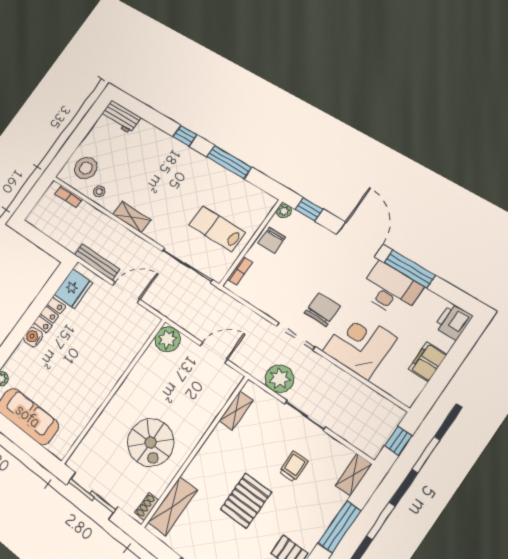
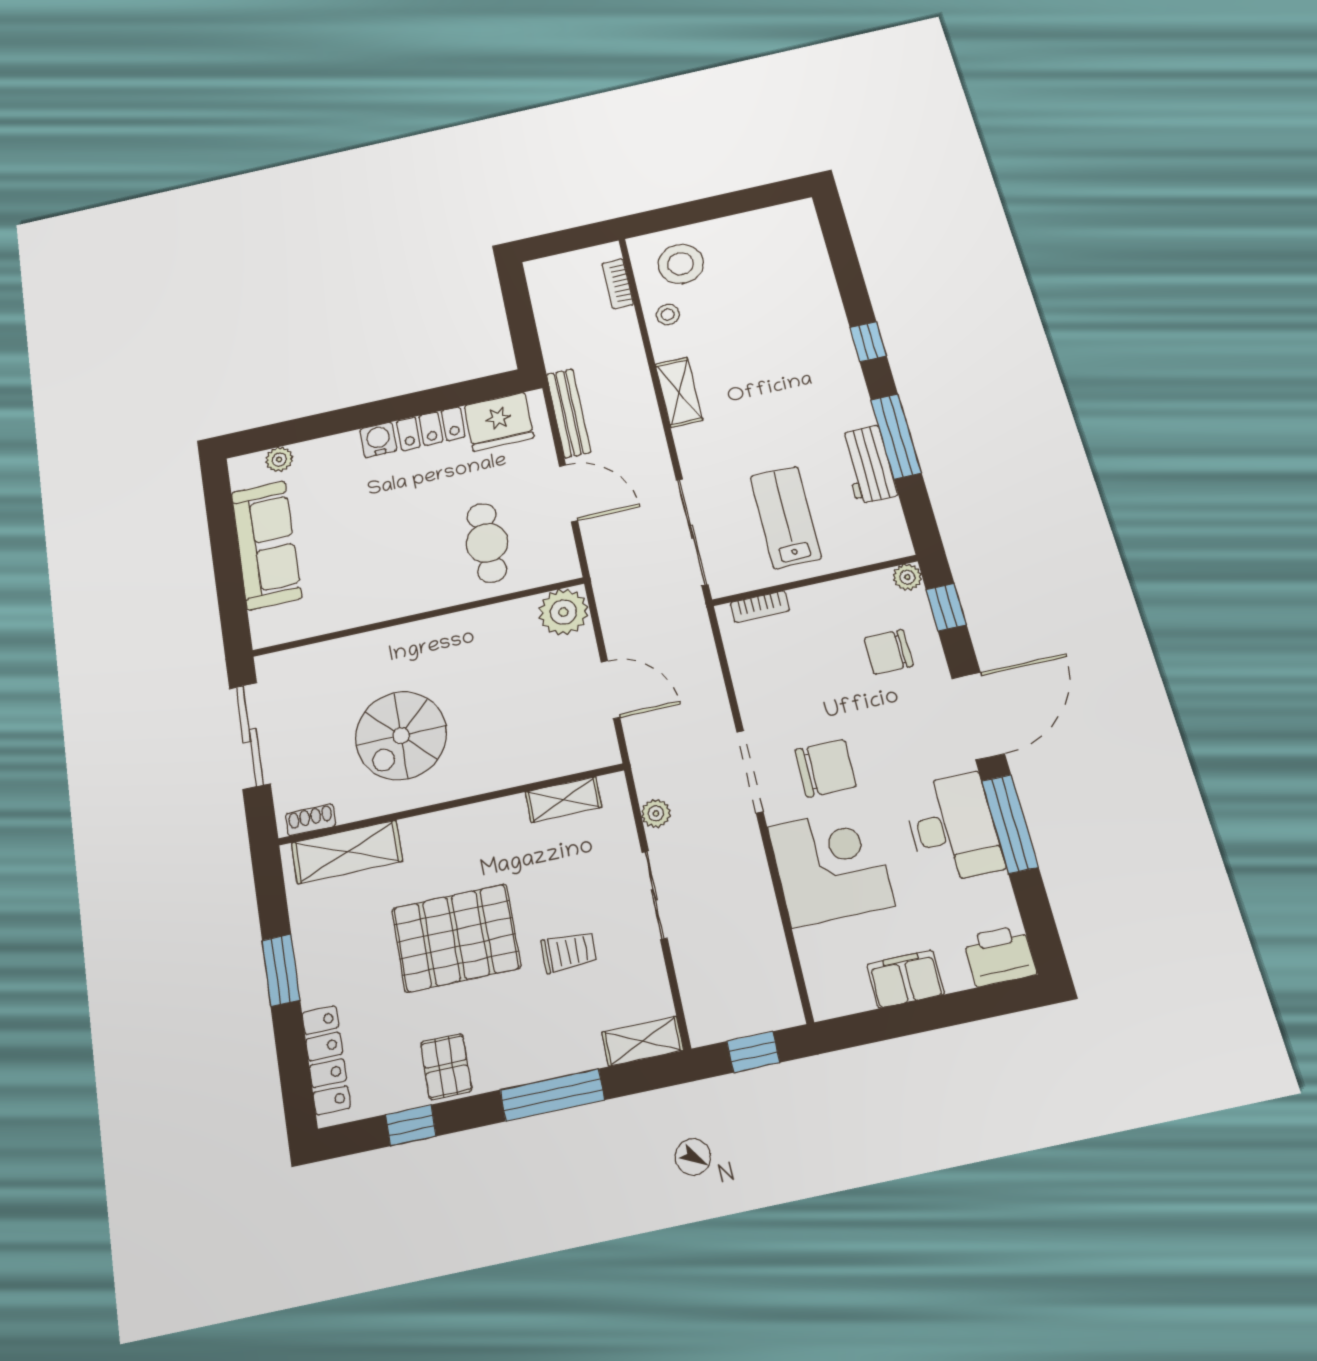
workbench: (121, 117) -> (868, 464), moved
chair: (272, 240) -> (888, 652), moved
cafe table: (113, 339) -> (487, 543), added
plant: (279, 379) -> (656, 813), width x0.53, depth x0.53
pallet: (246, 501) -> (456, 938), width x1.37, depth x1.41

